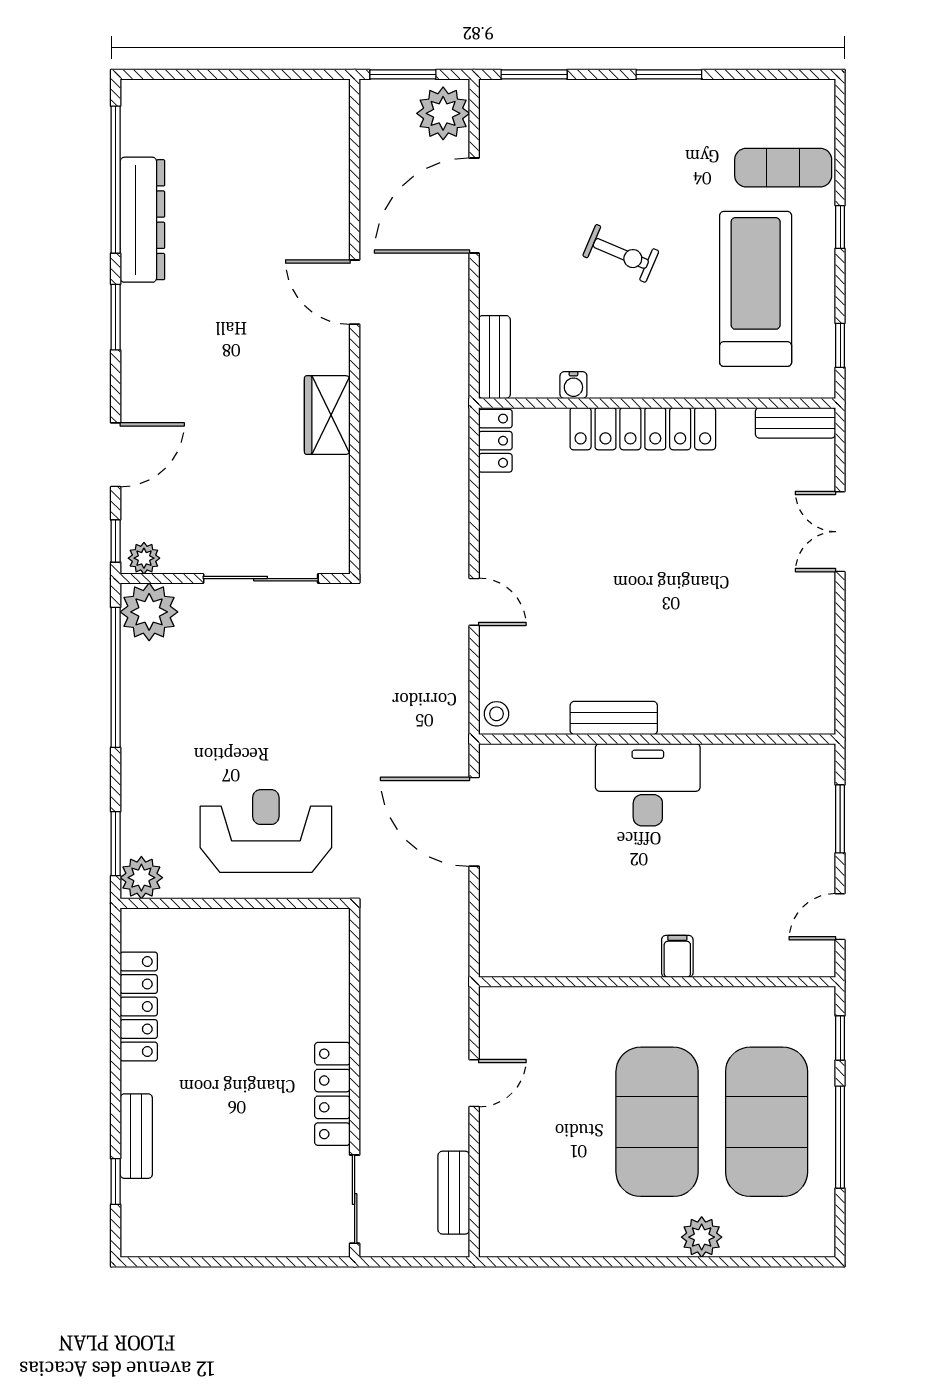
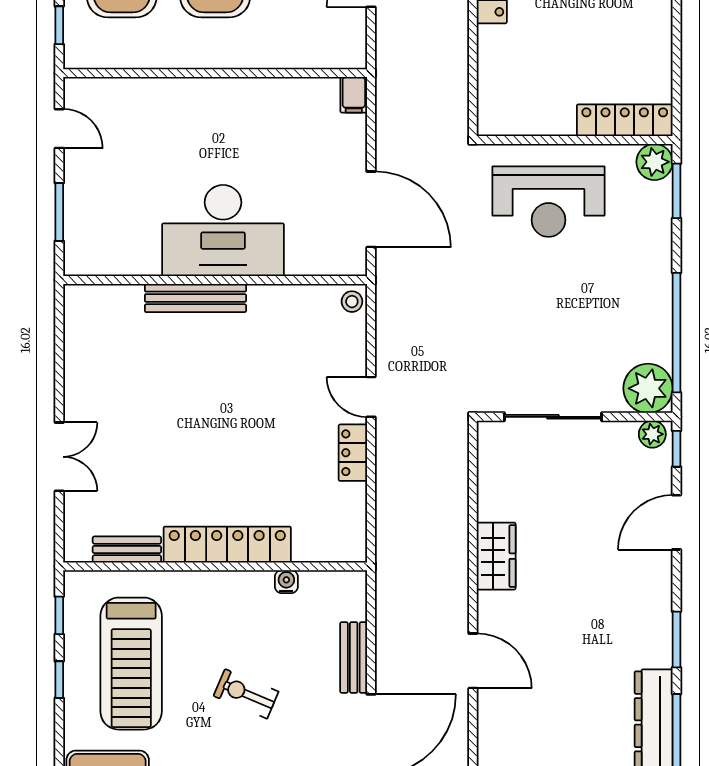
window: (840, 227) -> (59, 680), moved
bench: (494, 357) -> (354, 658), moved
bench: (795, 423) -> (127, 549), moved
locker: (495, 441) -> (353, 453), moved
bench: (614, 718) -> (195, 298), moved, width x1.36
desk: (648, 785) -> (223, 231), width x1.36, depth x1.30
door: (840, 917) -> (59, 129), hinge flipped
filing cabinet: (677, 956) -> (354, 95), moved
locker: (139, 1007) -> (625, 120), moved, turned 90

